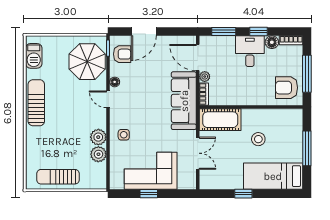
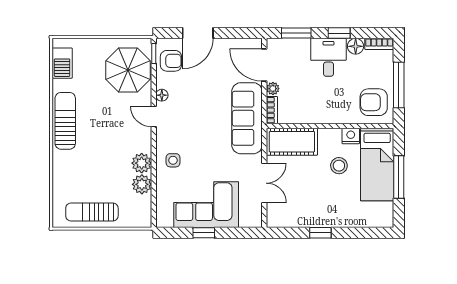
nightstand: (268, 115) -> (351, 136), added
bed: (273, 176) -> (377, 165), moved, turned -90

